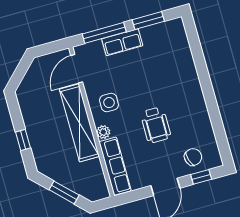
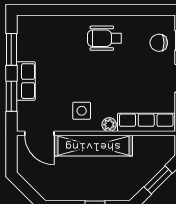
window: (104, 33) -> (11, 96), width x0.69
wheelchair: (156, 125) -> (104, 38), moved, turned 180
chair: (193, 157) -> (159, 43), turned -72

